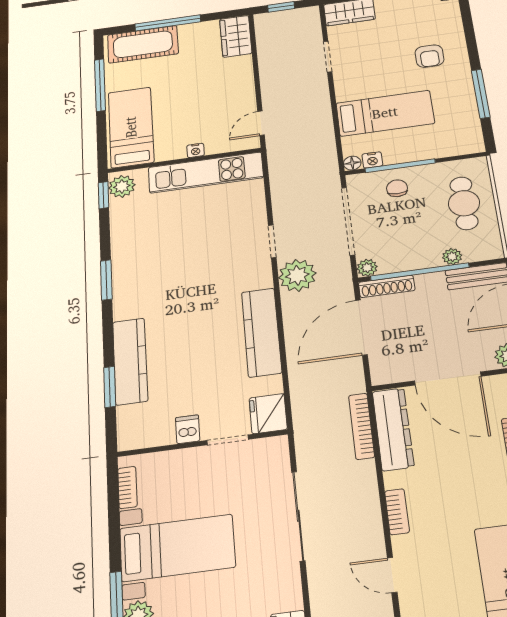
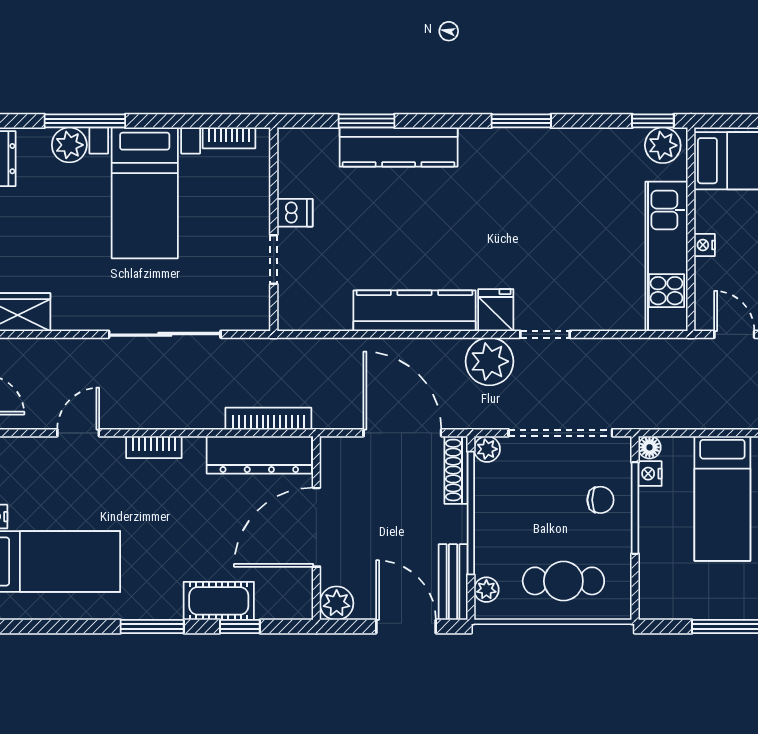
plant: (452, 257) -> (486, 590), moved
fridge: (268, 414) -> (496, 310), moved, width x0.72

